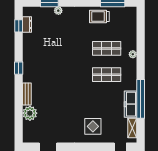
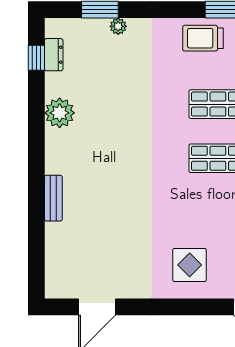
window: (19, 68) -> (36, 145), removed
plant: (30, 113) -> (60, 113), moved

